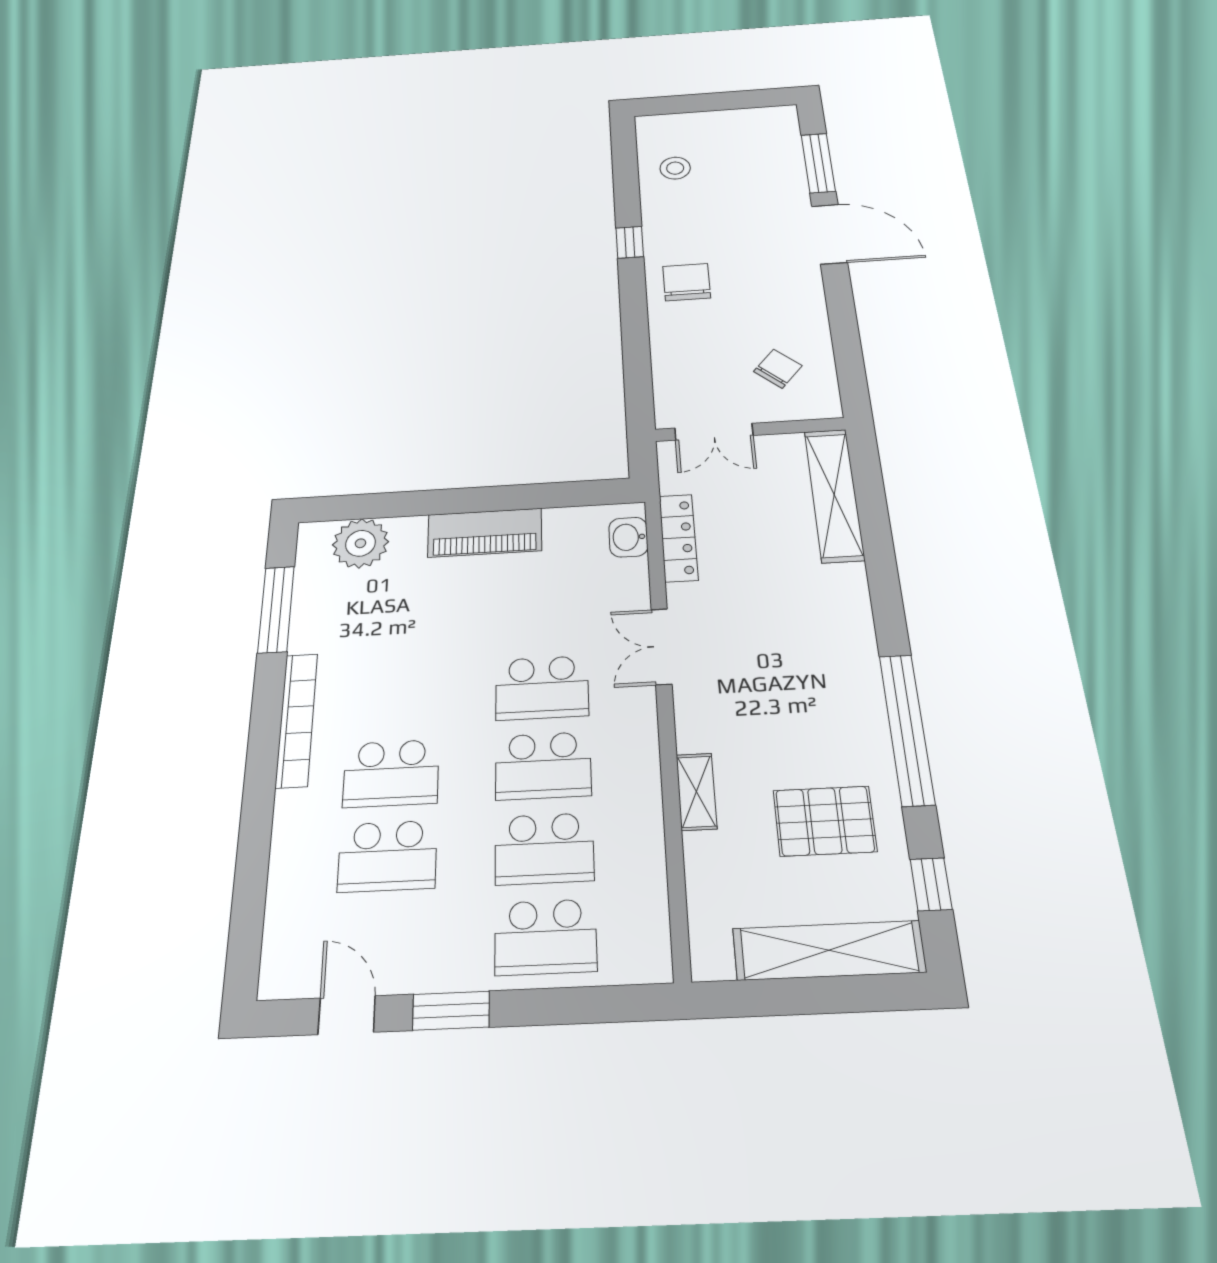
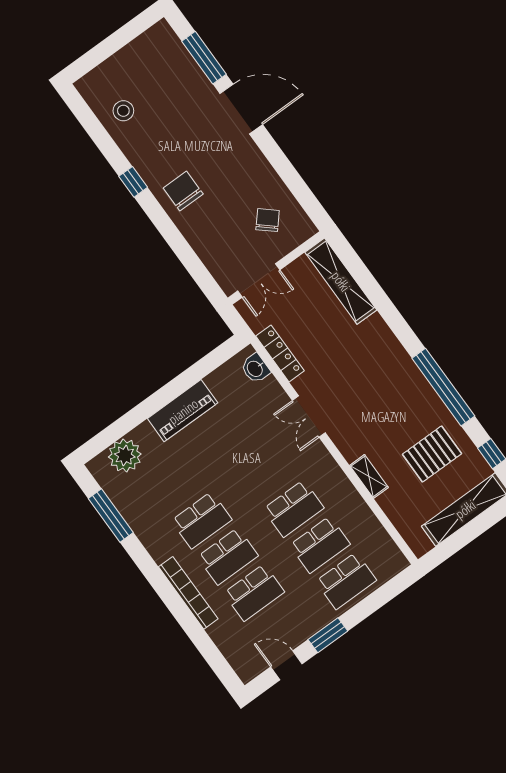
school desk: (542, 688) -> (202, 520), moved
bookcase: (297, 720) -> (188, 593), moved

